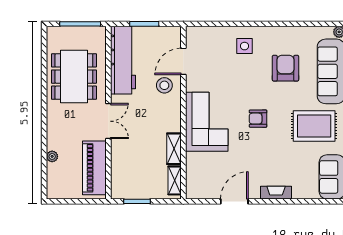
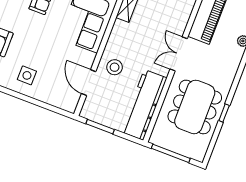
window: (144, 24) -> (100, 127), moved
door: (183, 61) -> (89, 83), swing flipped
window: (44, 81) -> (224, 113), added

